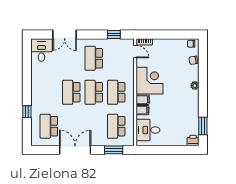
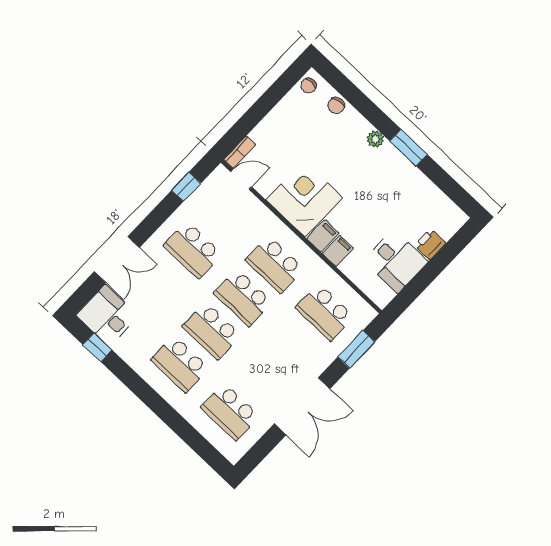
school desk: (49, 92) -> (180, 364), added
window: (27, 112) -> (98, 347), moved
window: (203, 126) -> (409, 148), moved
desk: (148, 130) -> (396, 261), moved, turned -90
printer: (193, 141) -> (430, 244), moved
double door: (75, 150) -> (302, 406), swing flipped

